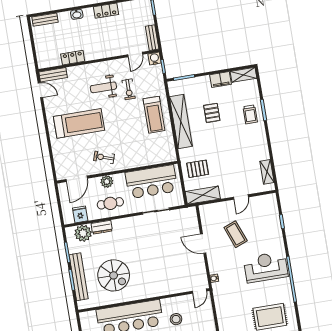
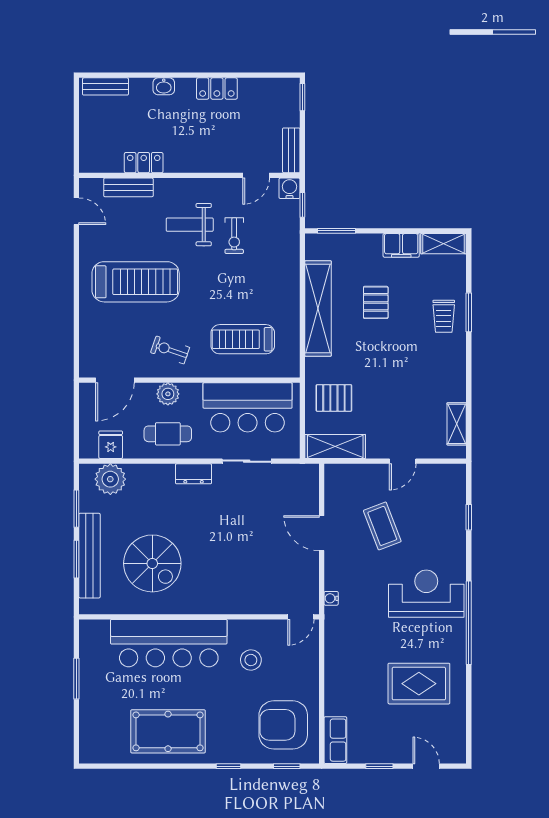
bench: (53, 75) -> (128, 187), moved
treadmill: (154, 115) -> (243, 339), moved, turned 90
dresser: (102, 227) -> (194, 474), moved

